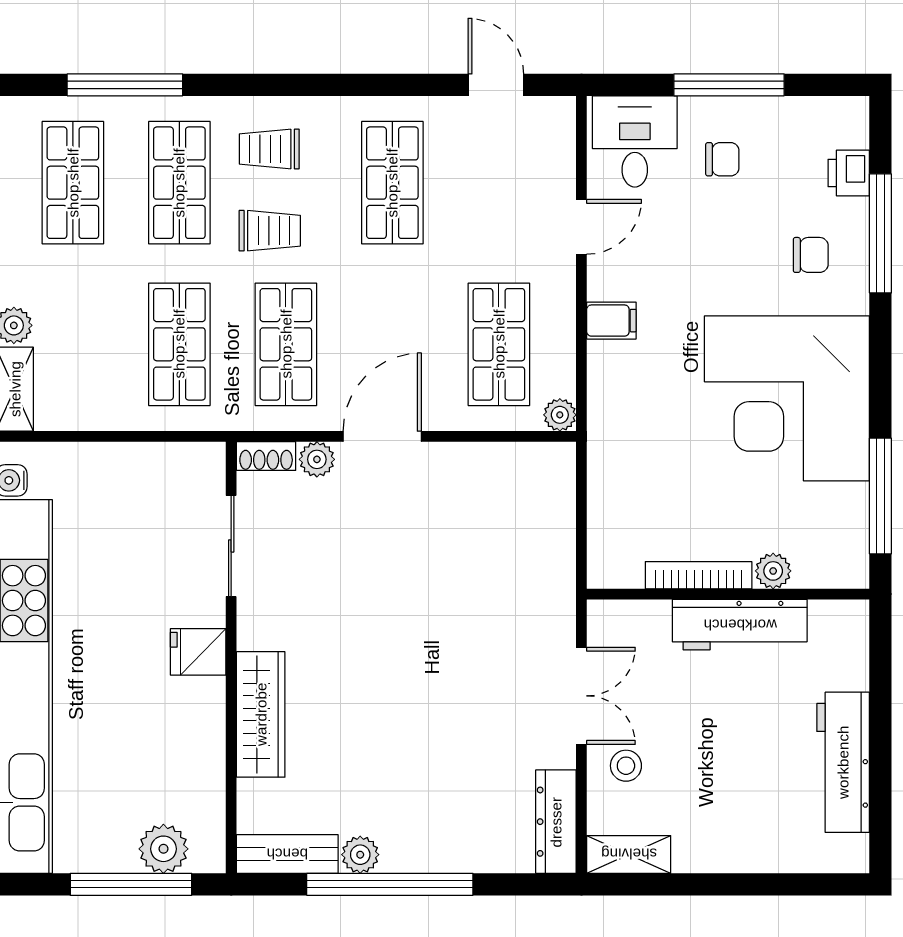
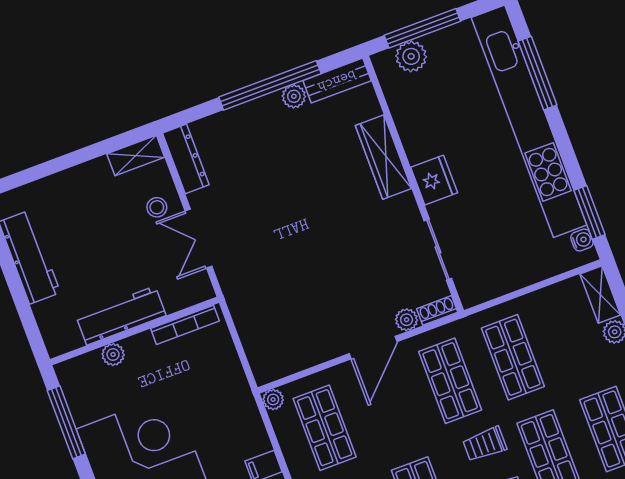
bookcase: (699, 575) -> (185, 325), moved
fridge: (198, 652) -> (434, 180), width x1.38

